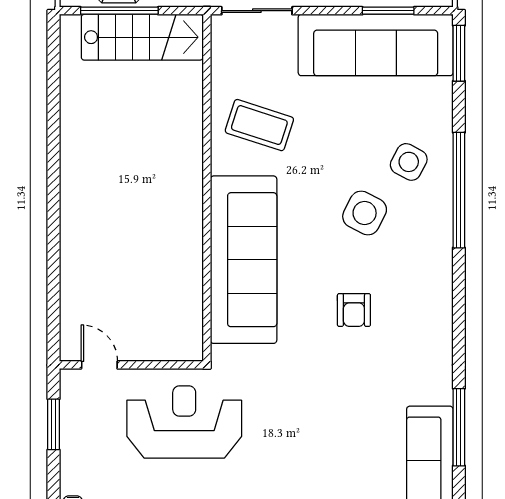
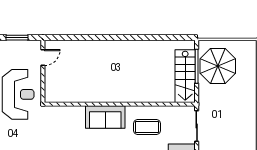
coffee table: (259, 125) -> (147, 127), turned 72
sofa: (244, 260) -> (105, 117), width x0.54, depth x0.79

